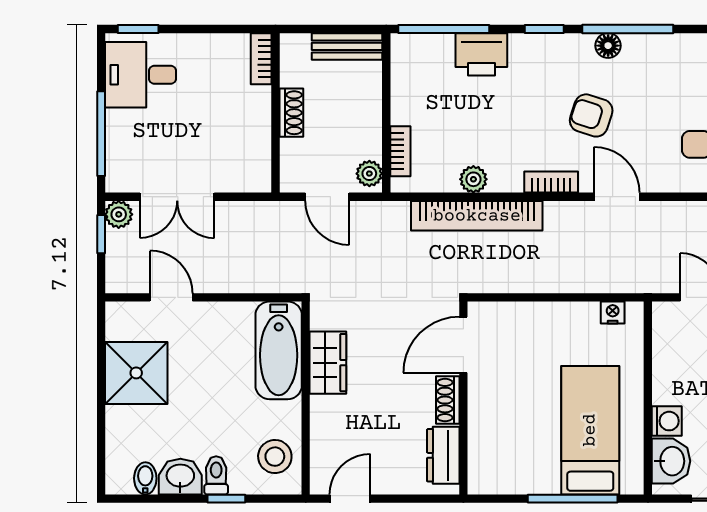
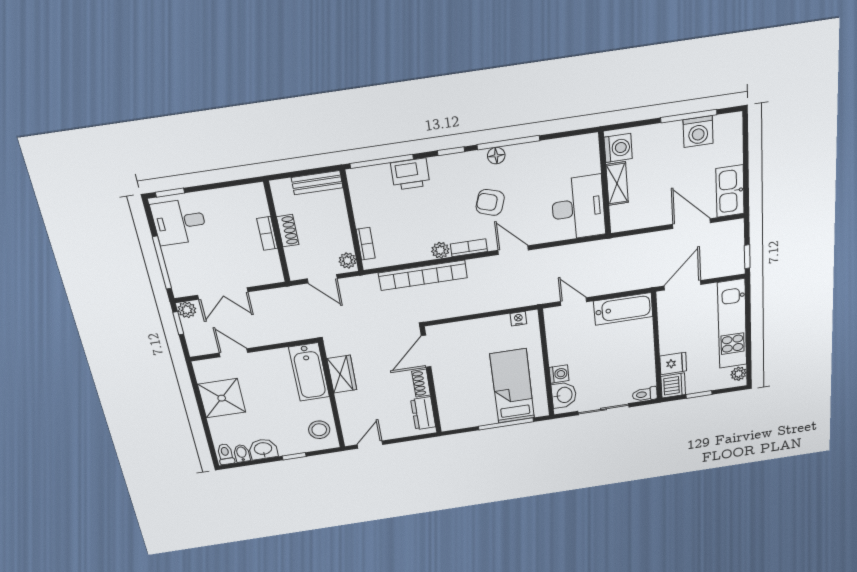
bookcase: (261, 59) -> (267, 233), moved
plant: (473, 179) -> (440, 250), moved
toilet: (216, 475) -> (225, 454), moved

